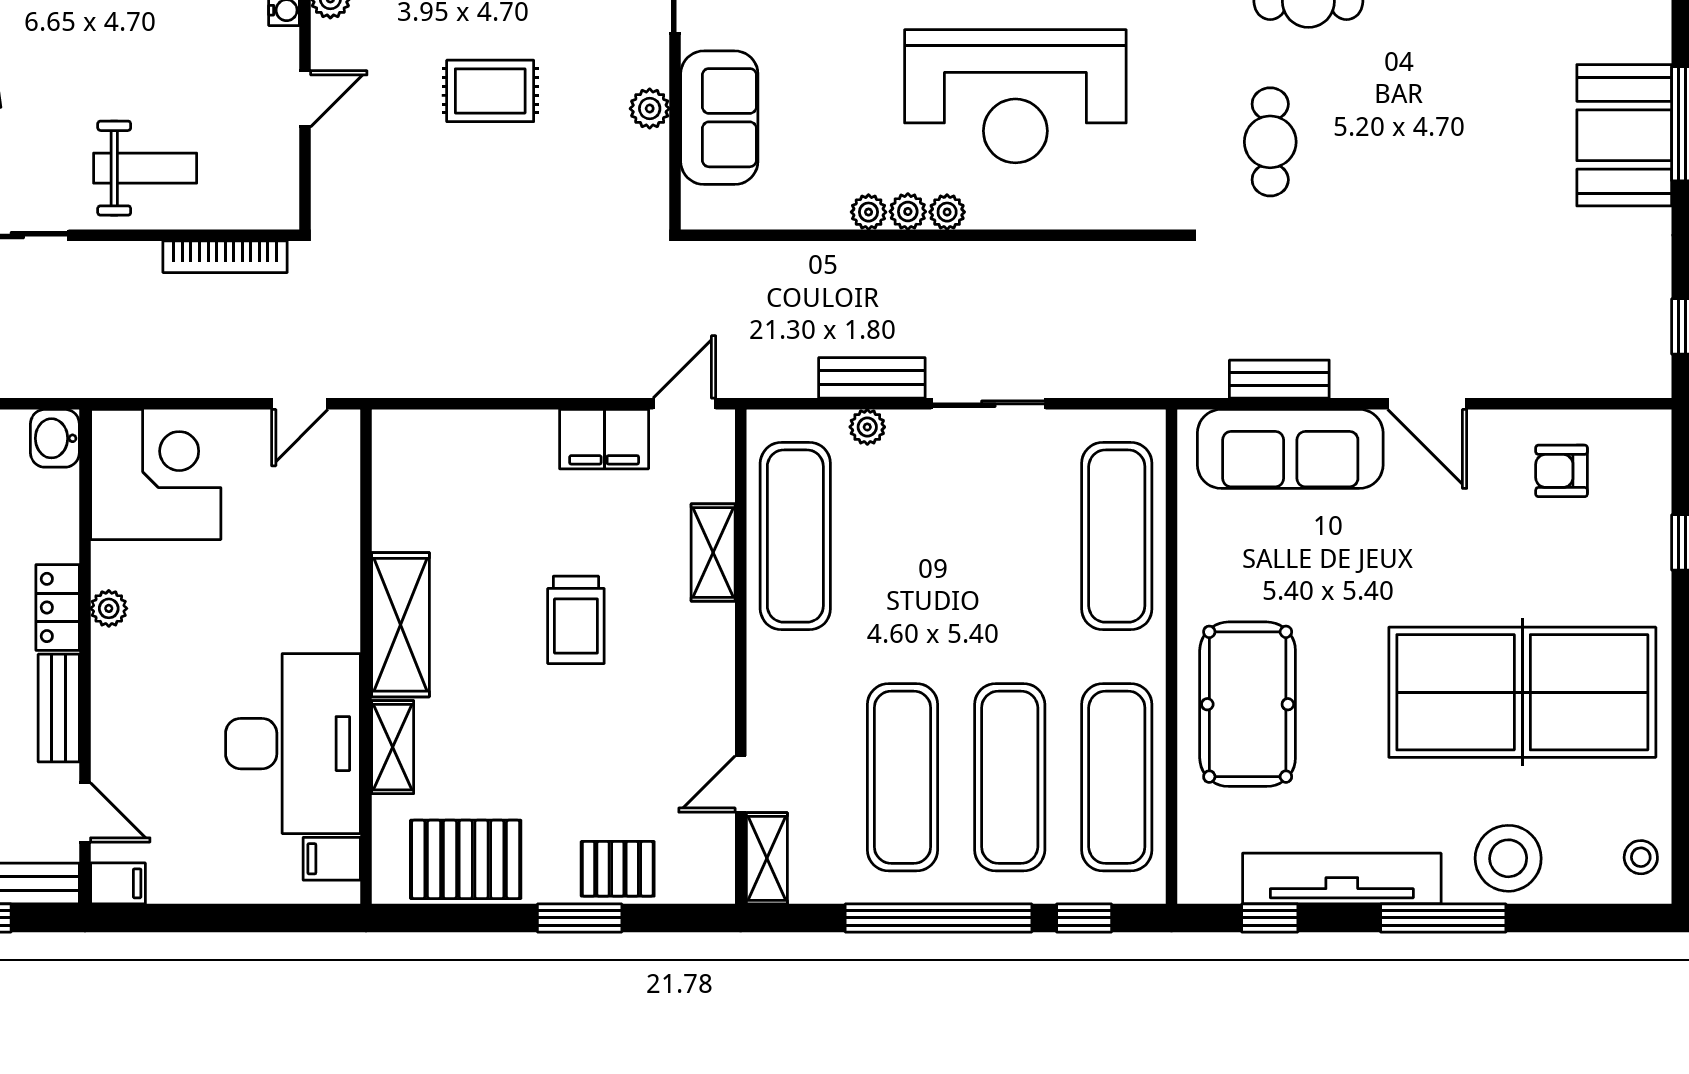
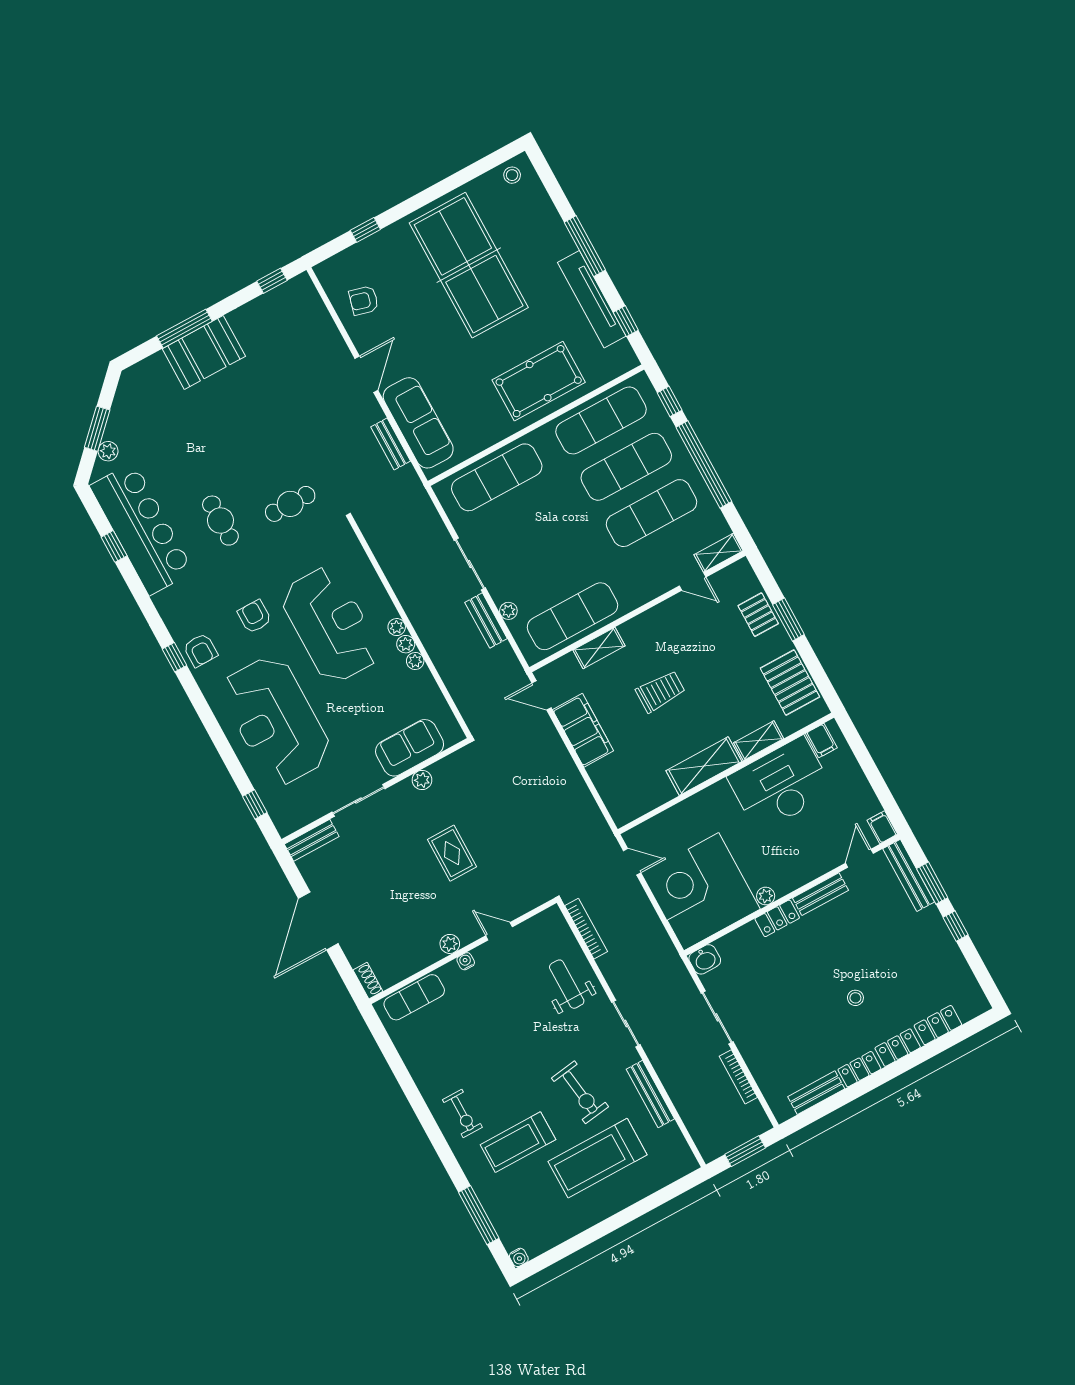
filing cabinet: (604, 439) -> (583, 730), width x1.50, depth x1.17
armchair: (1562, 471) -> (364, 300), turned 105
corner desk: (156, 475) -> (701, 892), width x1.36, depth x1.36
stool: (1508, 858) -> (544, 232), removed

